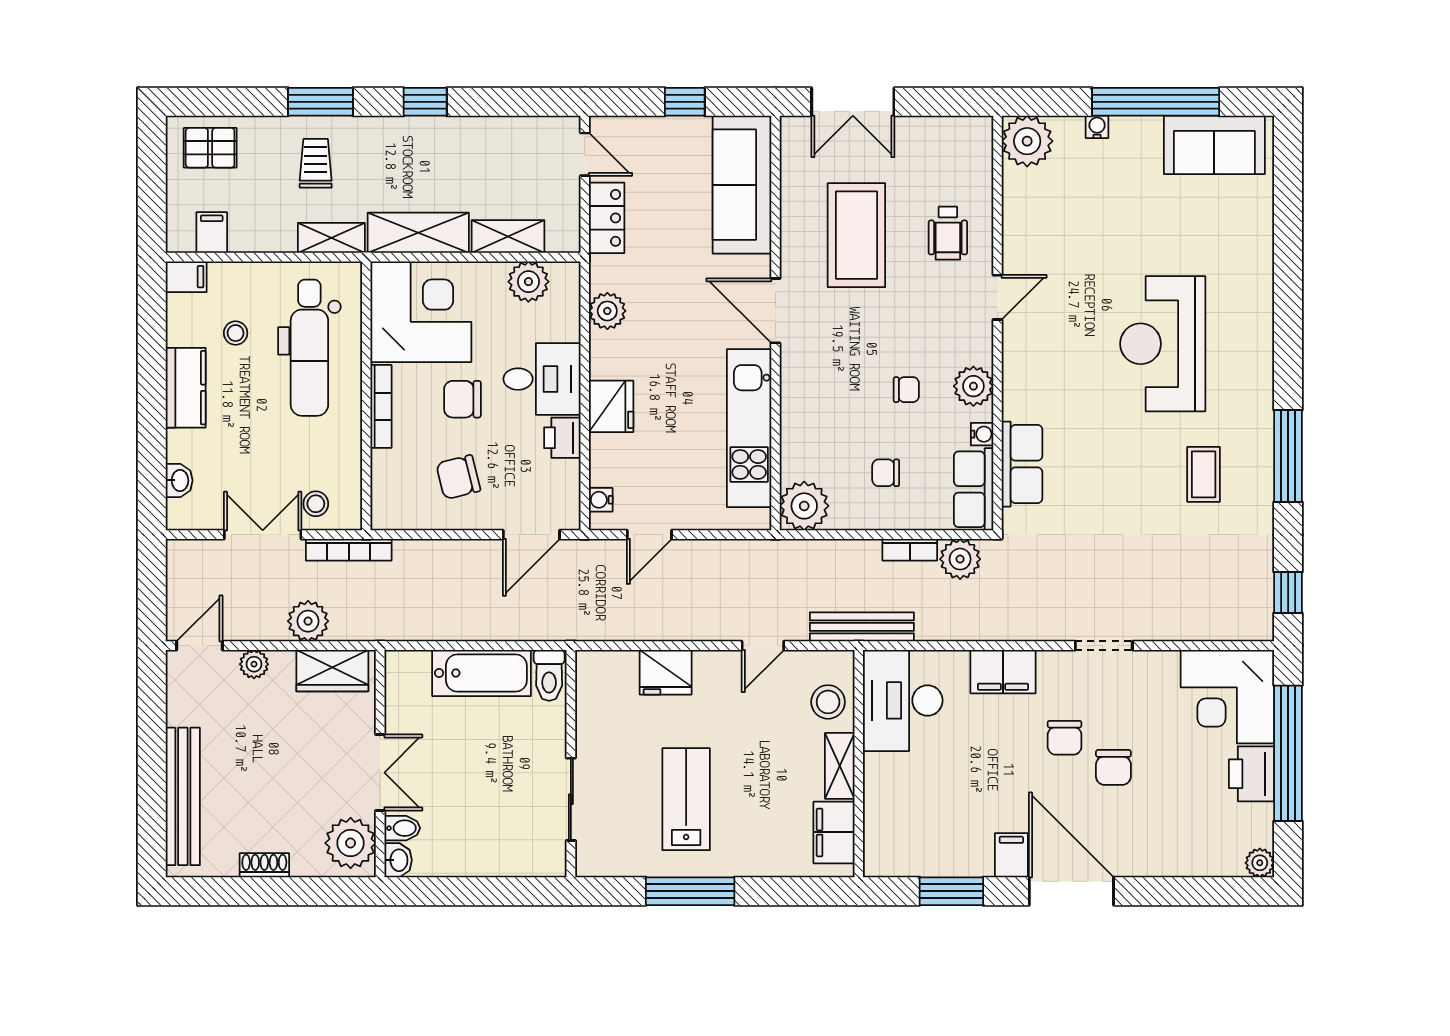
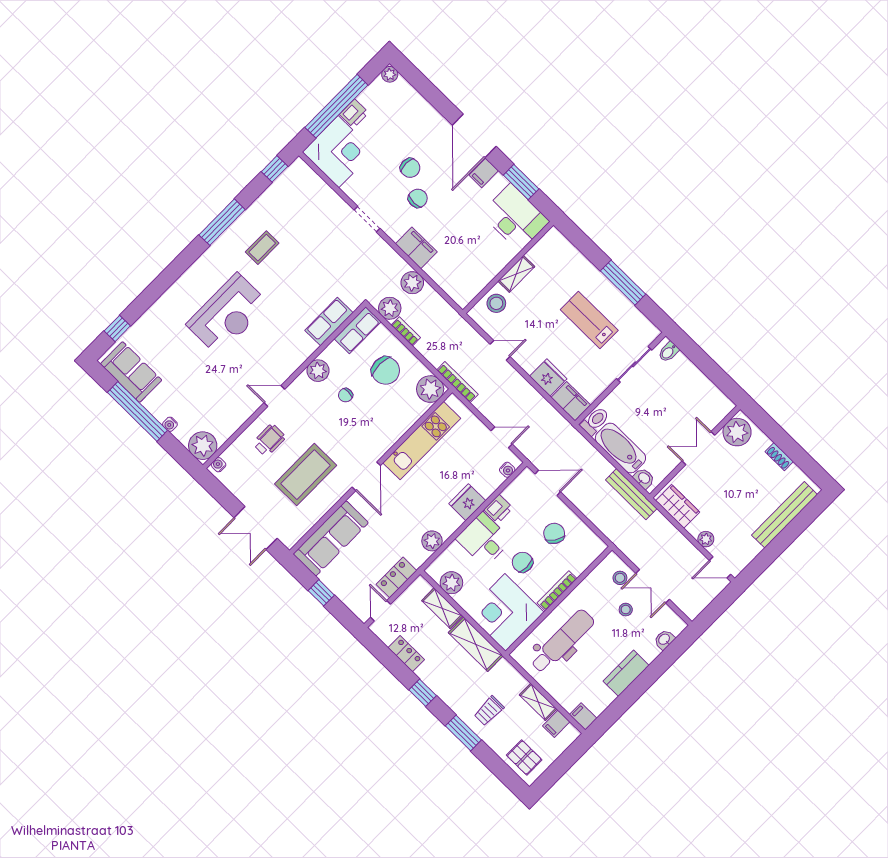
double door: (853, 102) -> (256, 528), swing flipped
locker: (496, 132) -> (406, 654), added
window: (1288, 184) -> (117, 328), added
shelving: (331, 238) -> (538, 702), moved
stool: (236, 333) -> (626, 610), moved
chair: (906, 390) -> (346, 395), turned -89
chair: (462, 399) -> (522, 562), turned 180
water cooler: (982, 434) -> (219, 465), moved
chair: (886, 473) -> (386, 371), width x1.87, depth x1.87
chair: (458, 477) -> (554, 533), turned -132
bookcase: (349, 550) -> (457, 382), moved
plant: (308, 621) -> (412, 283), moved
bench: (862, 627) -> (631, 494), moved
desk: (903, 700) -> (515, 217), moved, turned -90
chair: (1113, 767) -> (410, 168), turned 90
printer: (1251, 774) -> (354, 113), width x0.73, depth x0.81
lab bench: (686, 799) -> (589, 320), turned 90
bidet: (402, 828) -> (669, 352), moved, turned -90
filing cabinet: (834, 832) -> (571, 401), moved, turned -90
washbasin: (398, 860) -> (644, 478), moved, turned 90

